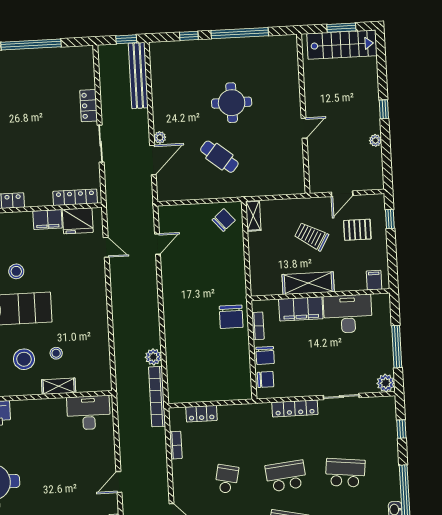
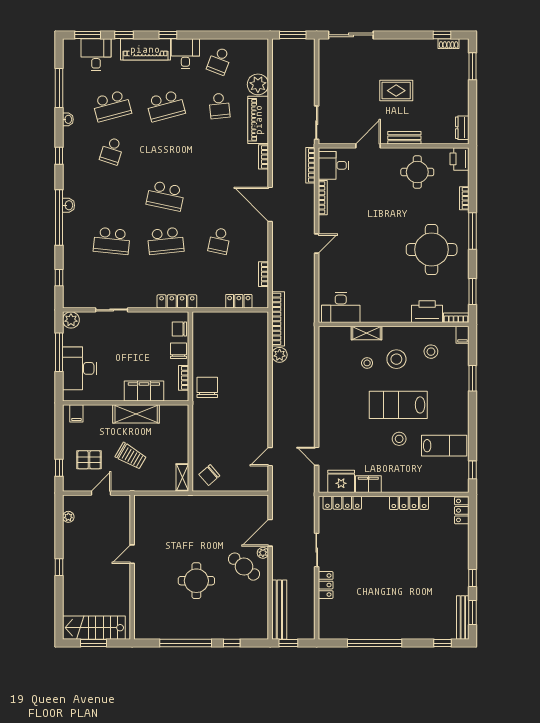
plant: (375, 140) -> (68, 517), moved
cafe table: (219, 157) -> (244, 567), moved
desk: (348, 314) -> (80, 368), moved, turned 90
locker: (295, 408) -> (177, 301), moved

